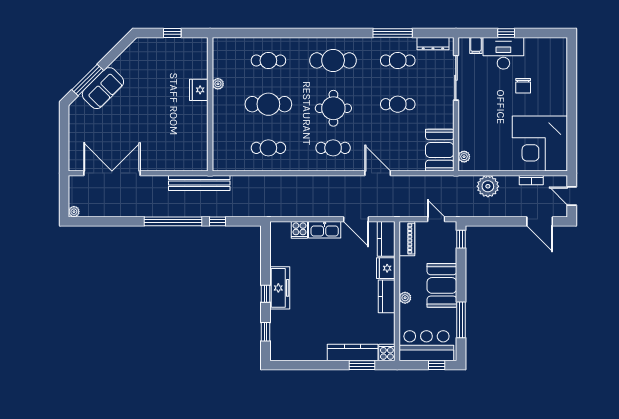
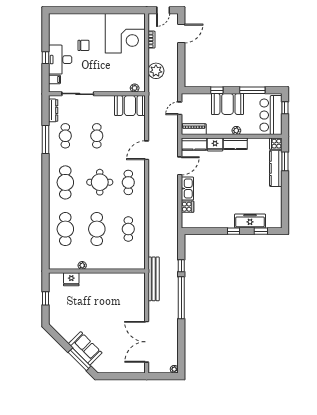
cafe table: (268, 60) -> (65, 229), width x1.37, depth x1.35
fridge: (199, 90) -> (71, 279), moved
window: (461, 239) -> (217, 90), moved
freezer: (280, 288) -> (250, 221), moved

